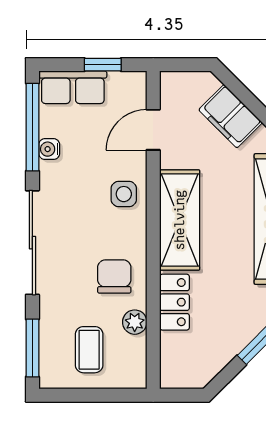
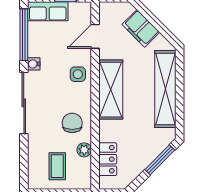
water cooler: (49, 149) -> (34, 64), moved
locker: (174, 302) -> (108, 159), moved
window: (32, 348) -> (24, 165), removed

